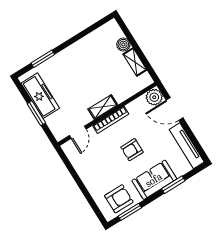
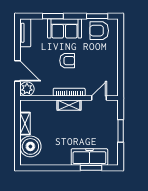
boiler: (123, 45) -> (30, 146), width x1.86, depth x1.86
freezer: (40, 96) -> (89, 157), moved, turned 90
tv unit: (187, 146) -> (25, 33), width x0.71

